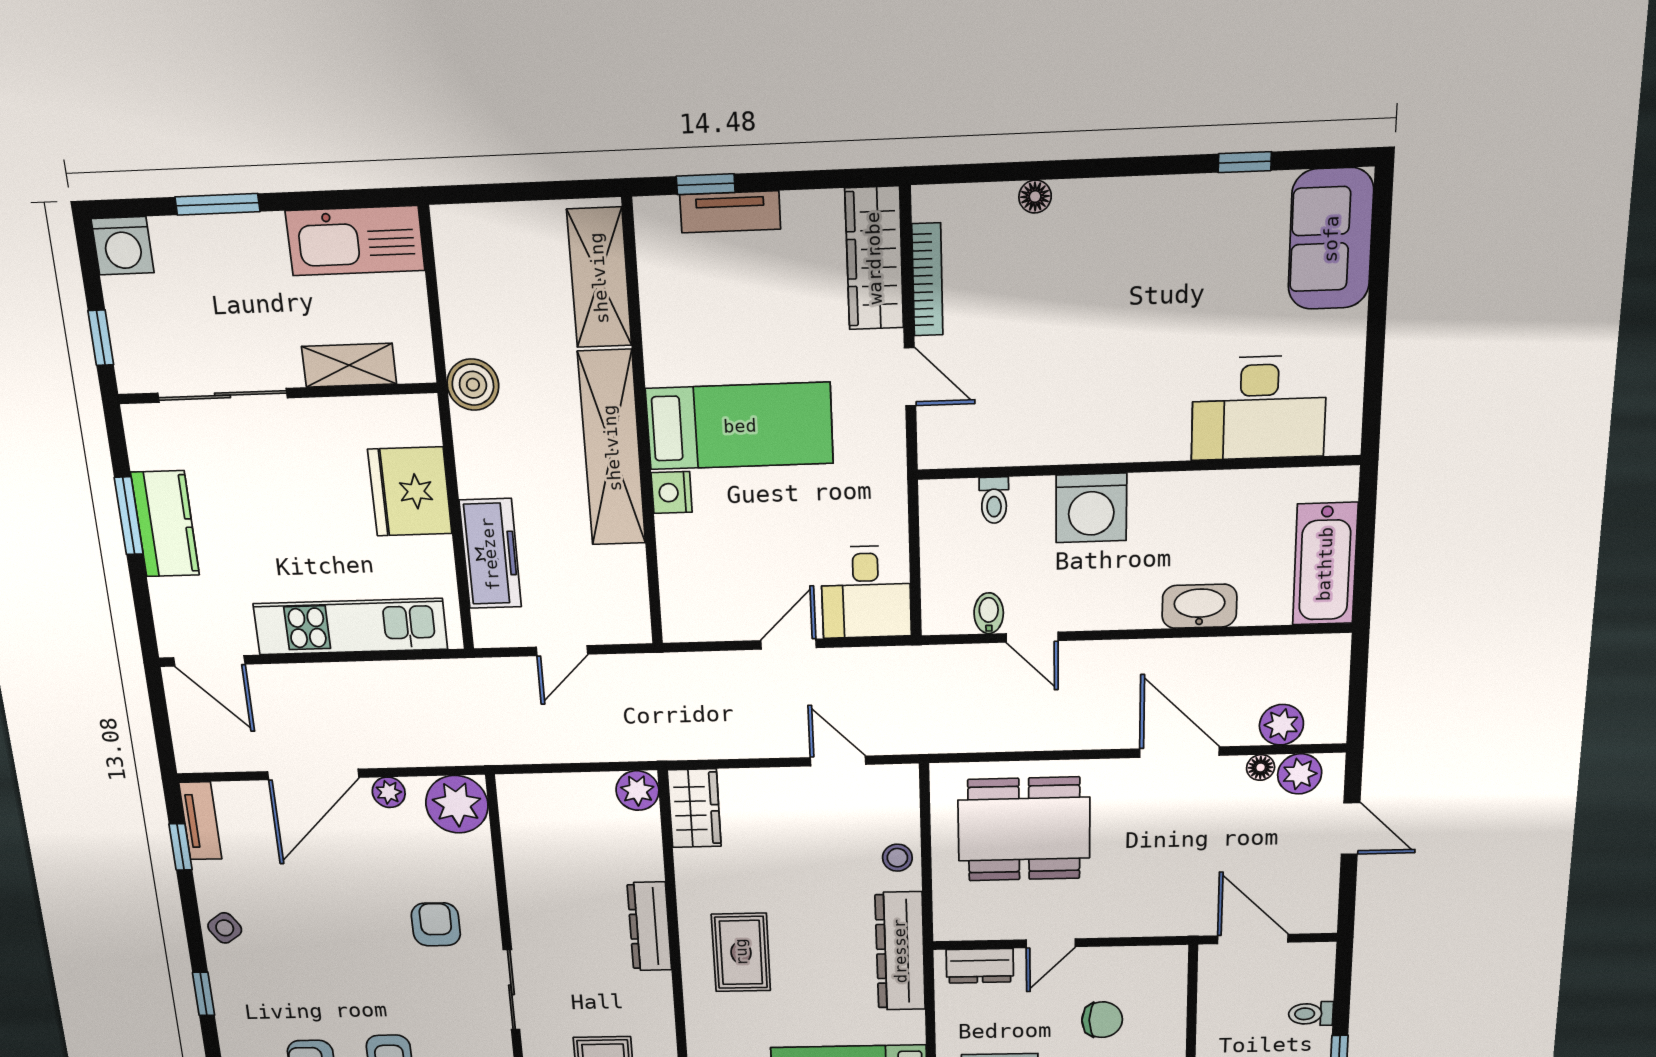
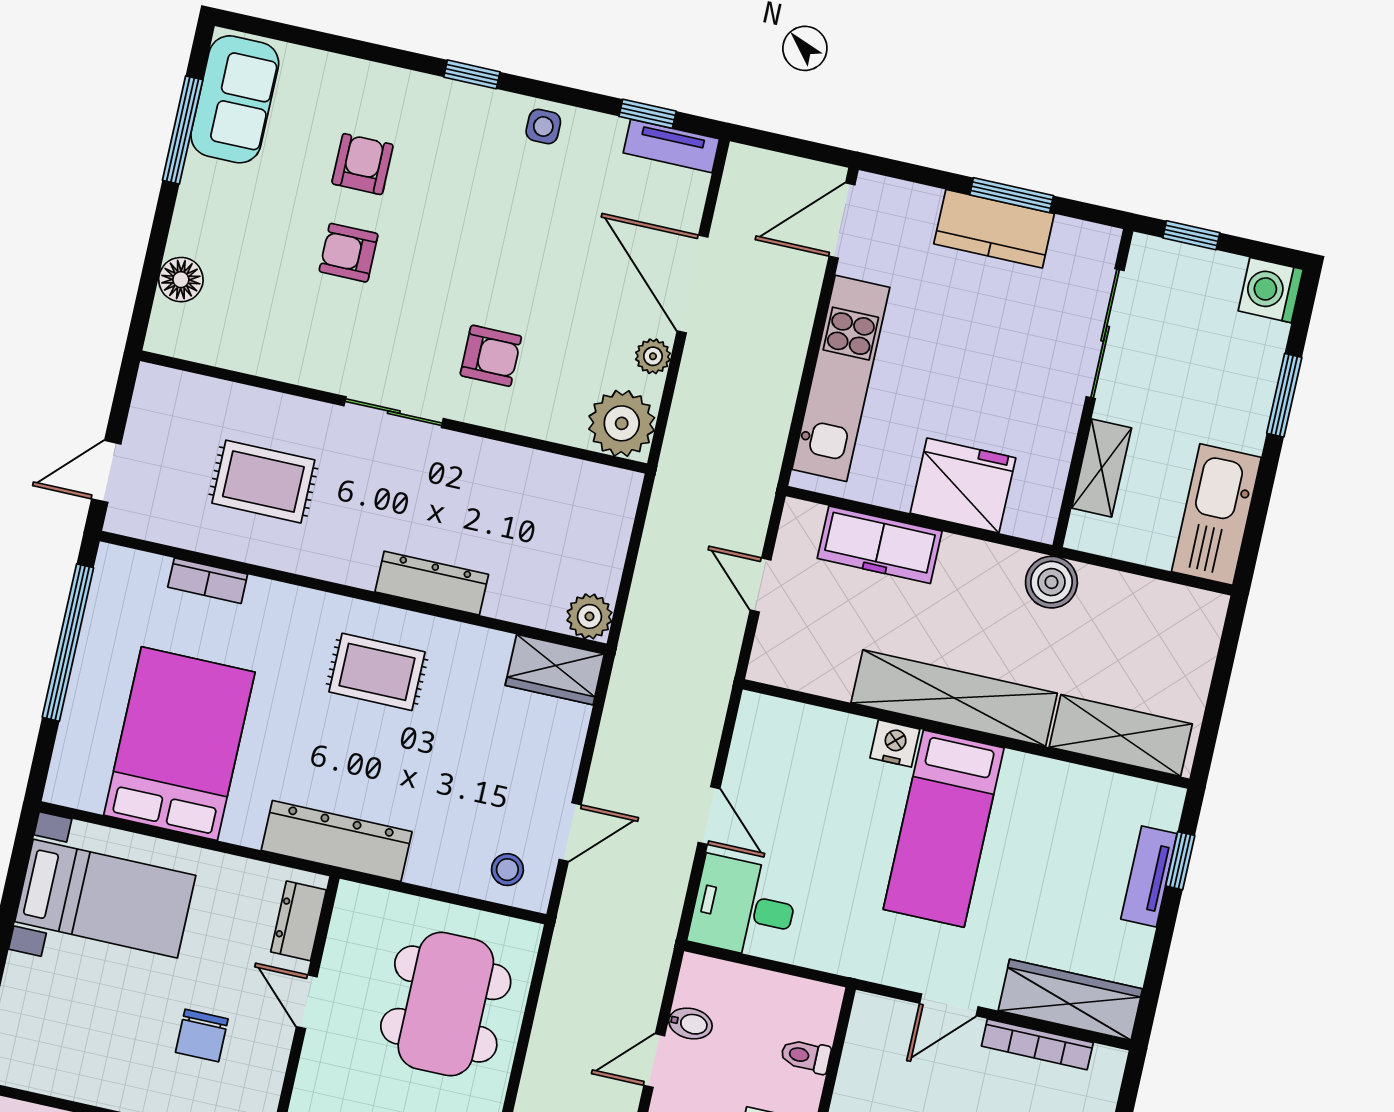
stool: (897, 858) -> (507, 870), moved
side table: (225, 928) -> (543, 126), turned 35

